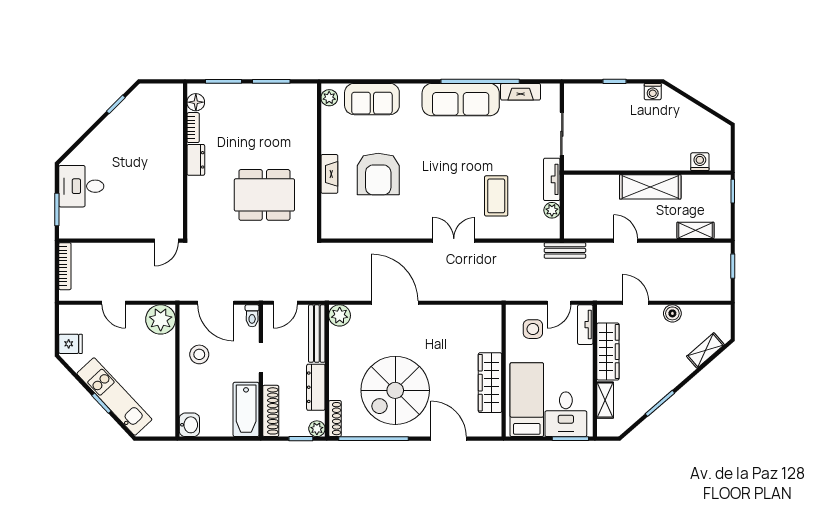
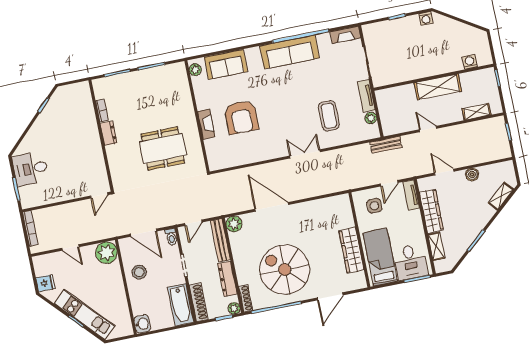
fireplace: (521, 92) -> (345, 35), moved
floor lamp: (196, 102) -> (100, 92), removed
spiral stairs: (395, 390) -> (285, 270), turned 90
door: (449, 439) -> (330, 296), swing flipped

